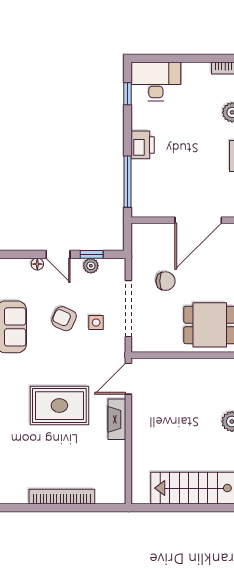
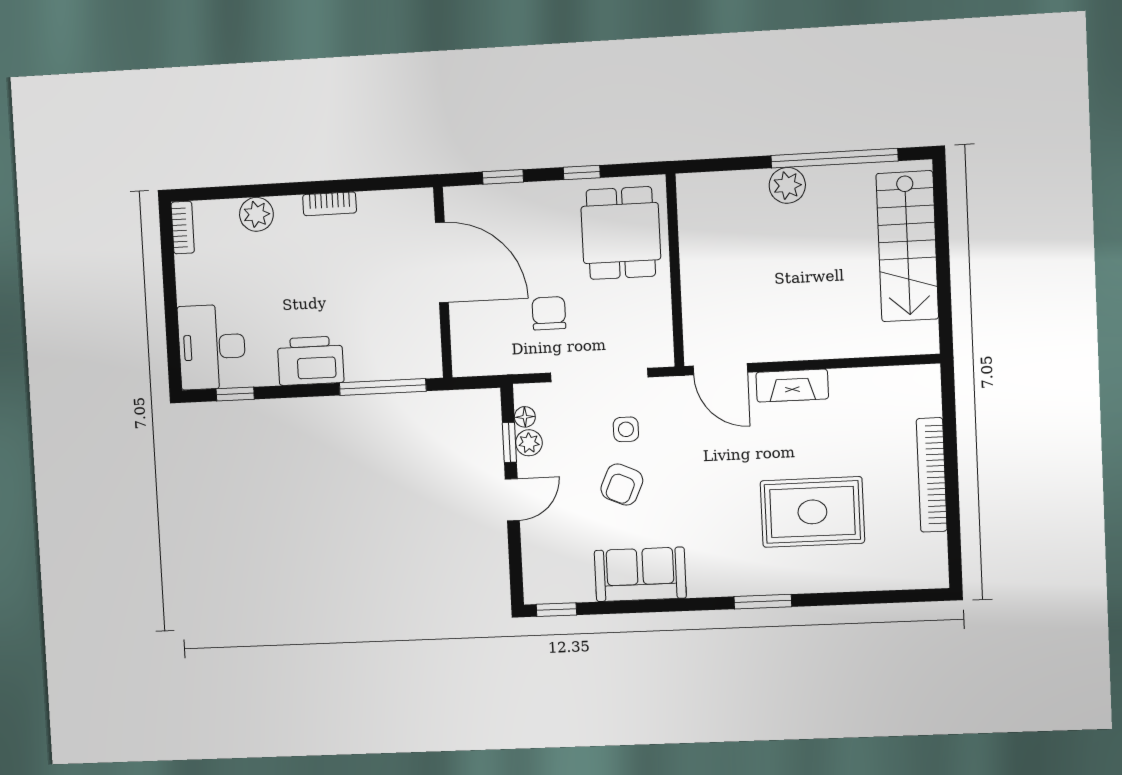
printer: (143, 145) -> (311, 361), width x1.37, depth x1.19
floor lamp: (37, 264) -> (525, 417), moved
rug: (59, 406) -> (812, 512), moved, turned 90

